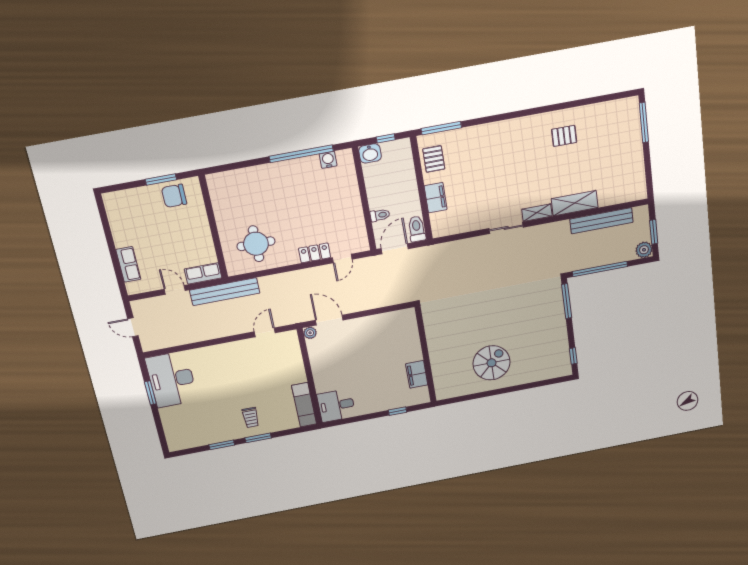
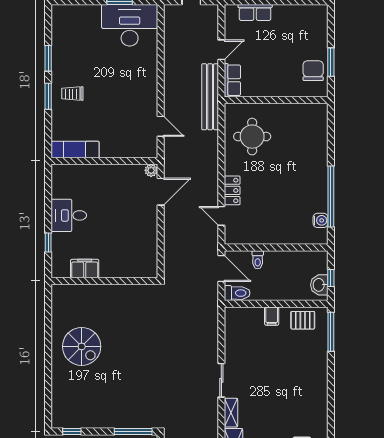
washbasin: (370, 153) -> (319, 285), moved
filing cabinet: (436, 198) -> (272, 316), width x0.50
desk: (336, 405) -> (69, 215), moved, turned -90

